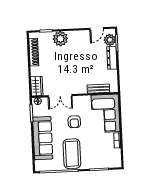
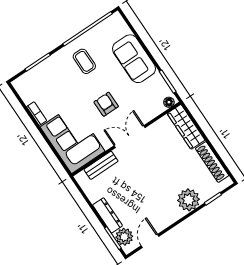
wardrobe: (37, 86) -> (186, 127), width x1.50
double door: (60, 96) -> (130, 137), moved
sofa: (43, 138) -> (134, 59), width x0.73
coffee table: (72, 154) -> (84, 61), width x0.54, depth x0.58

